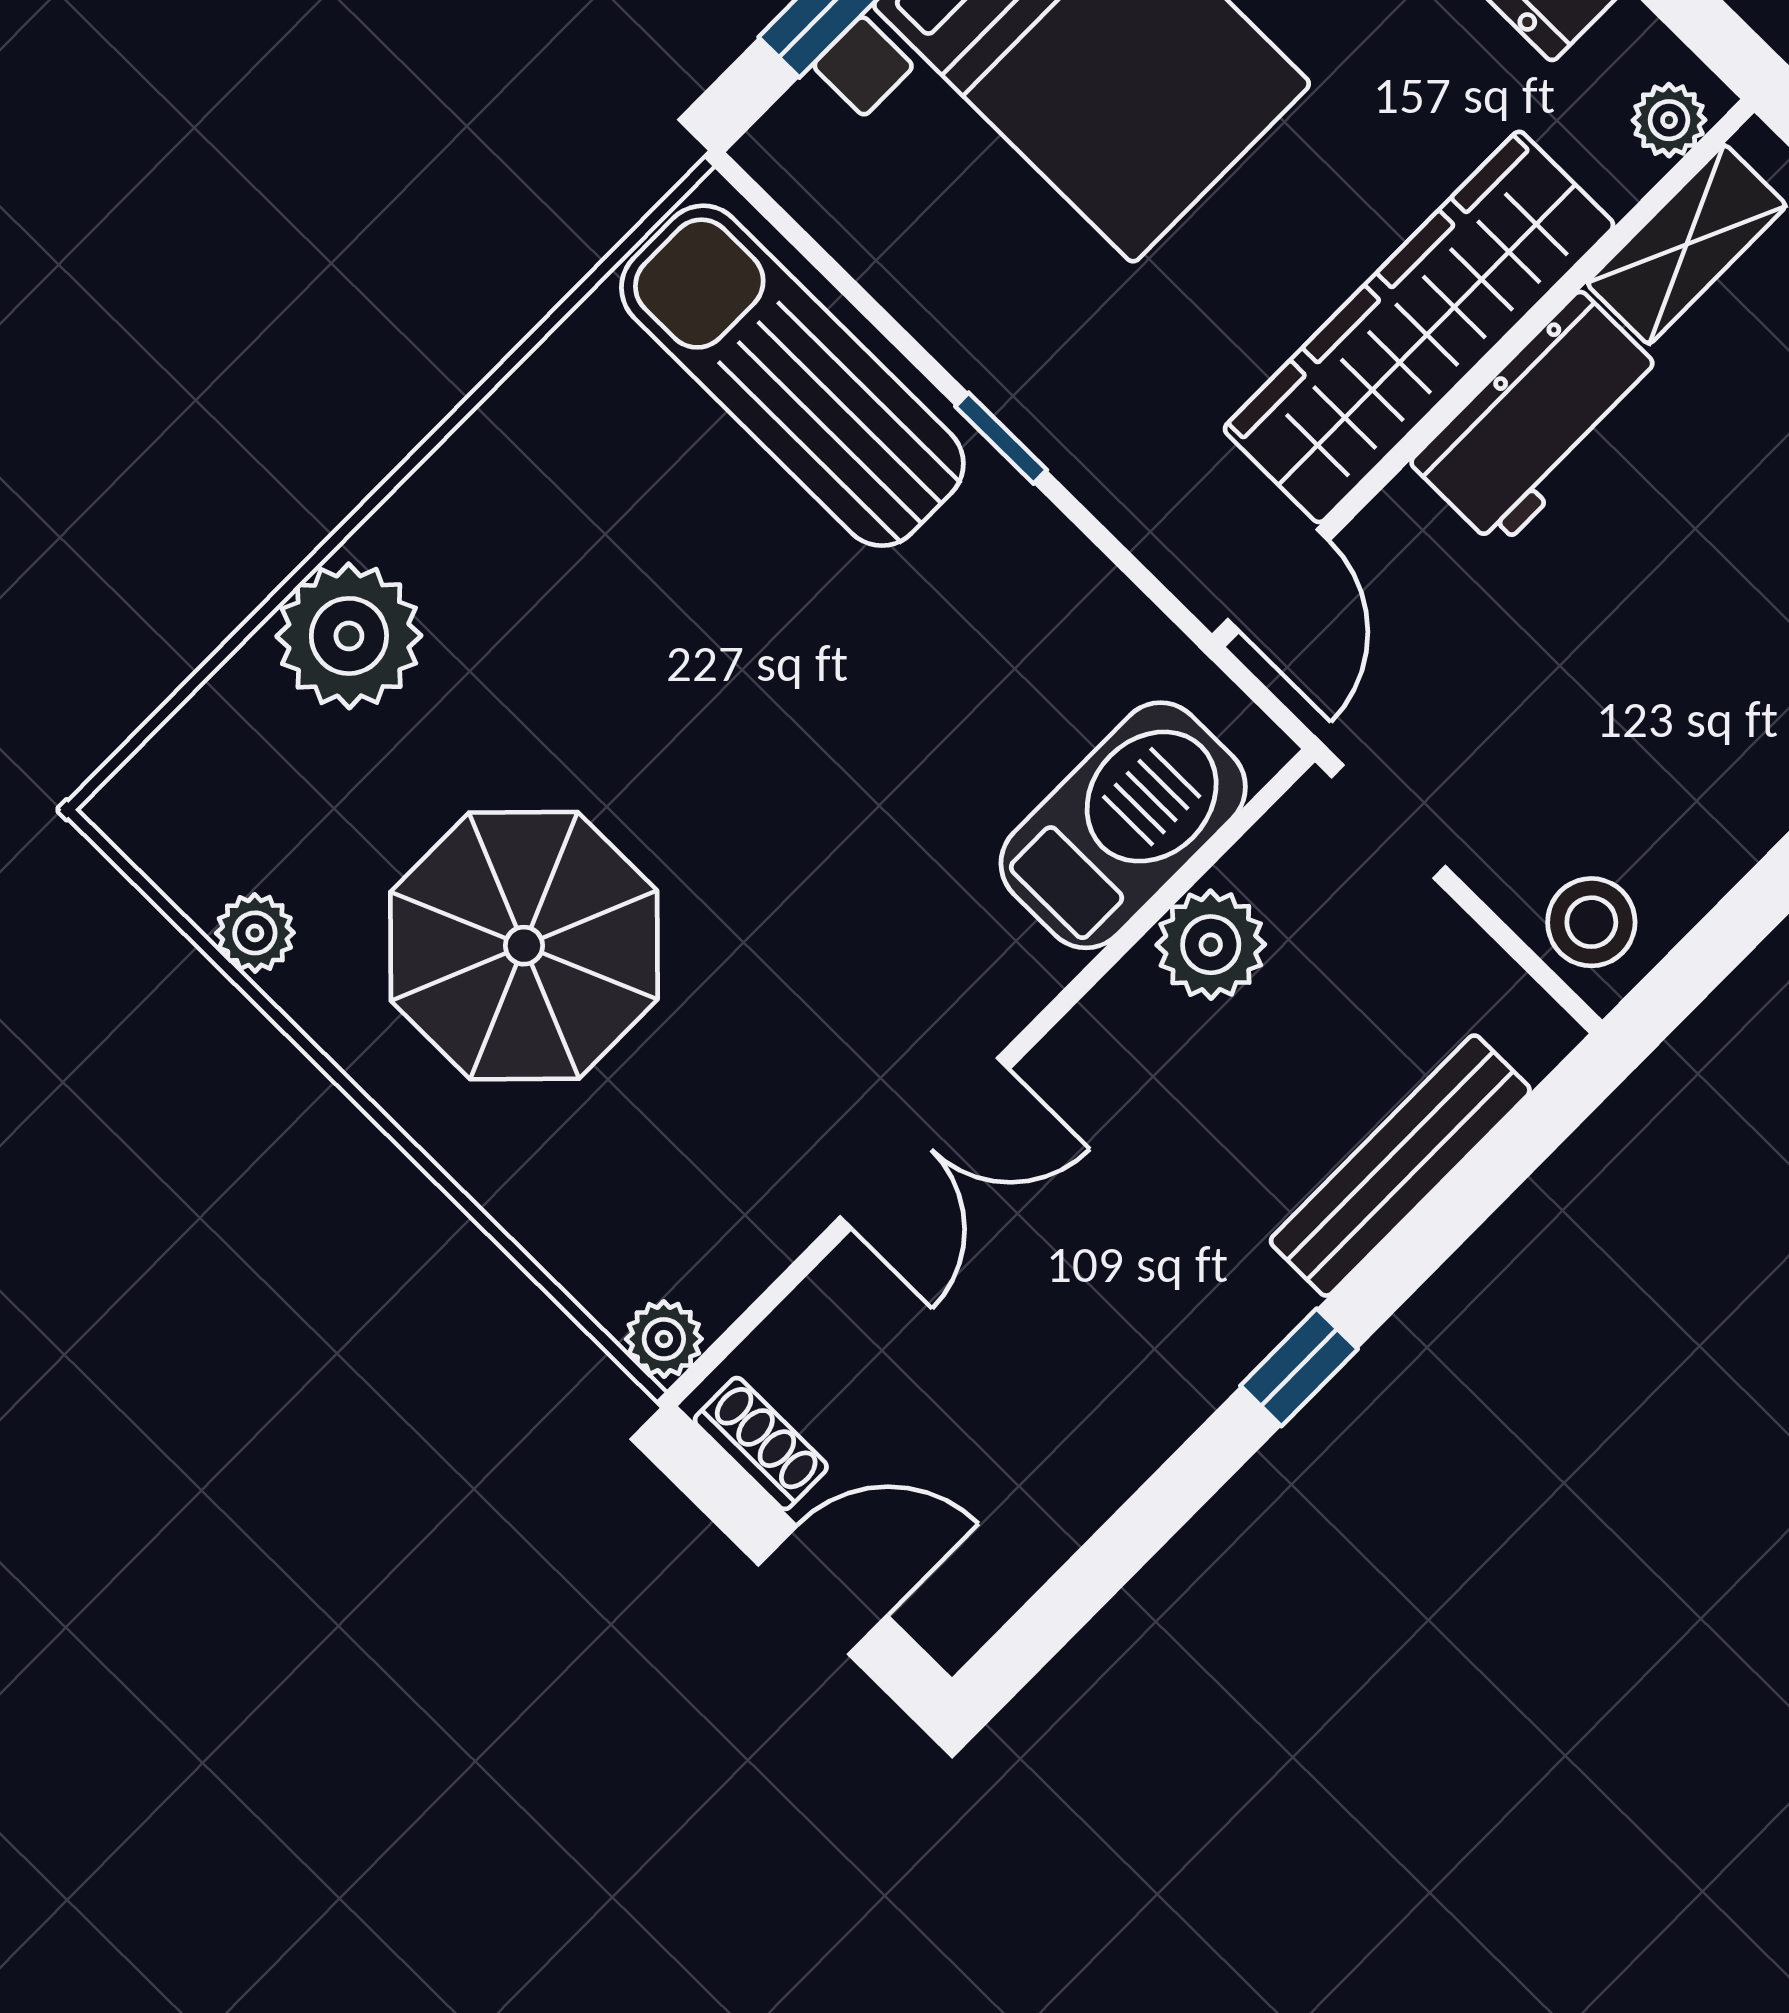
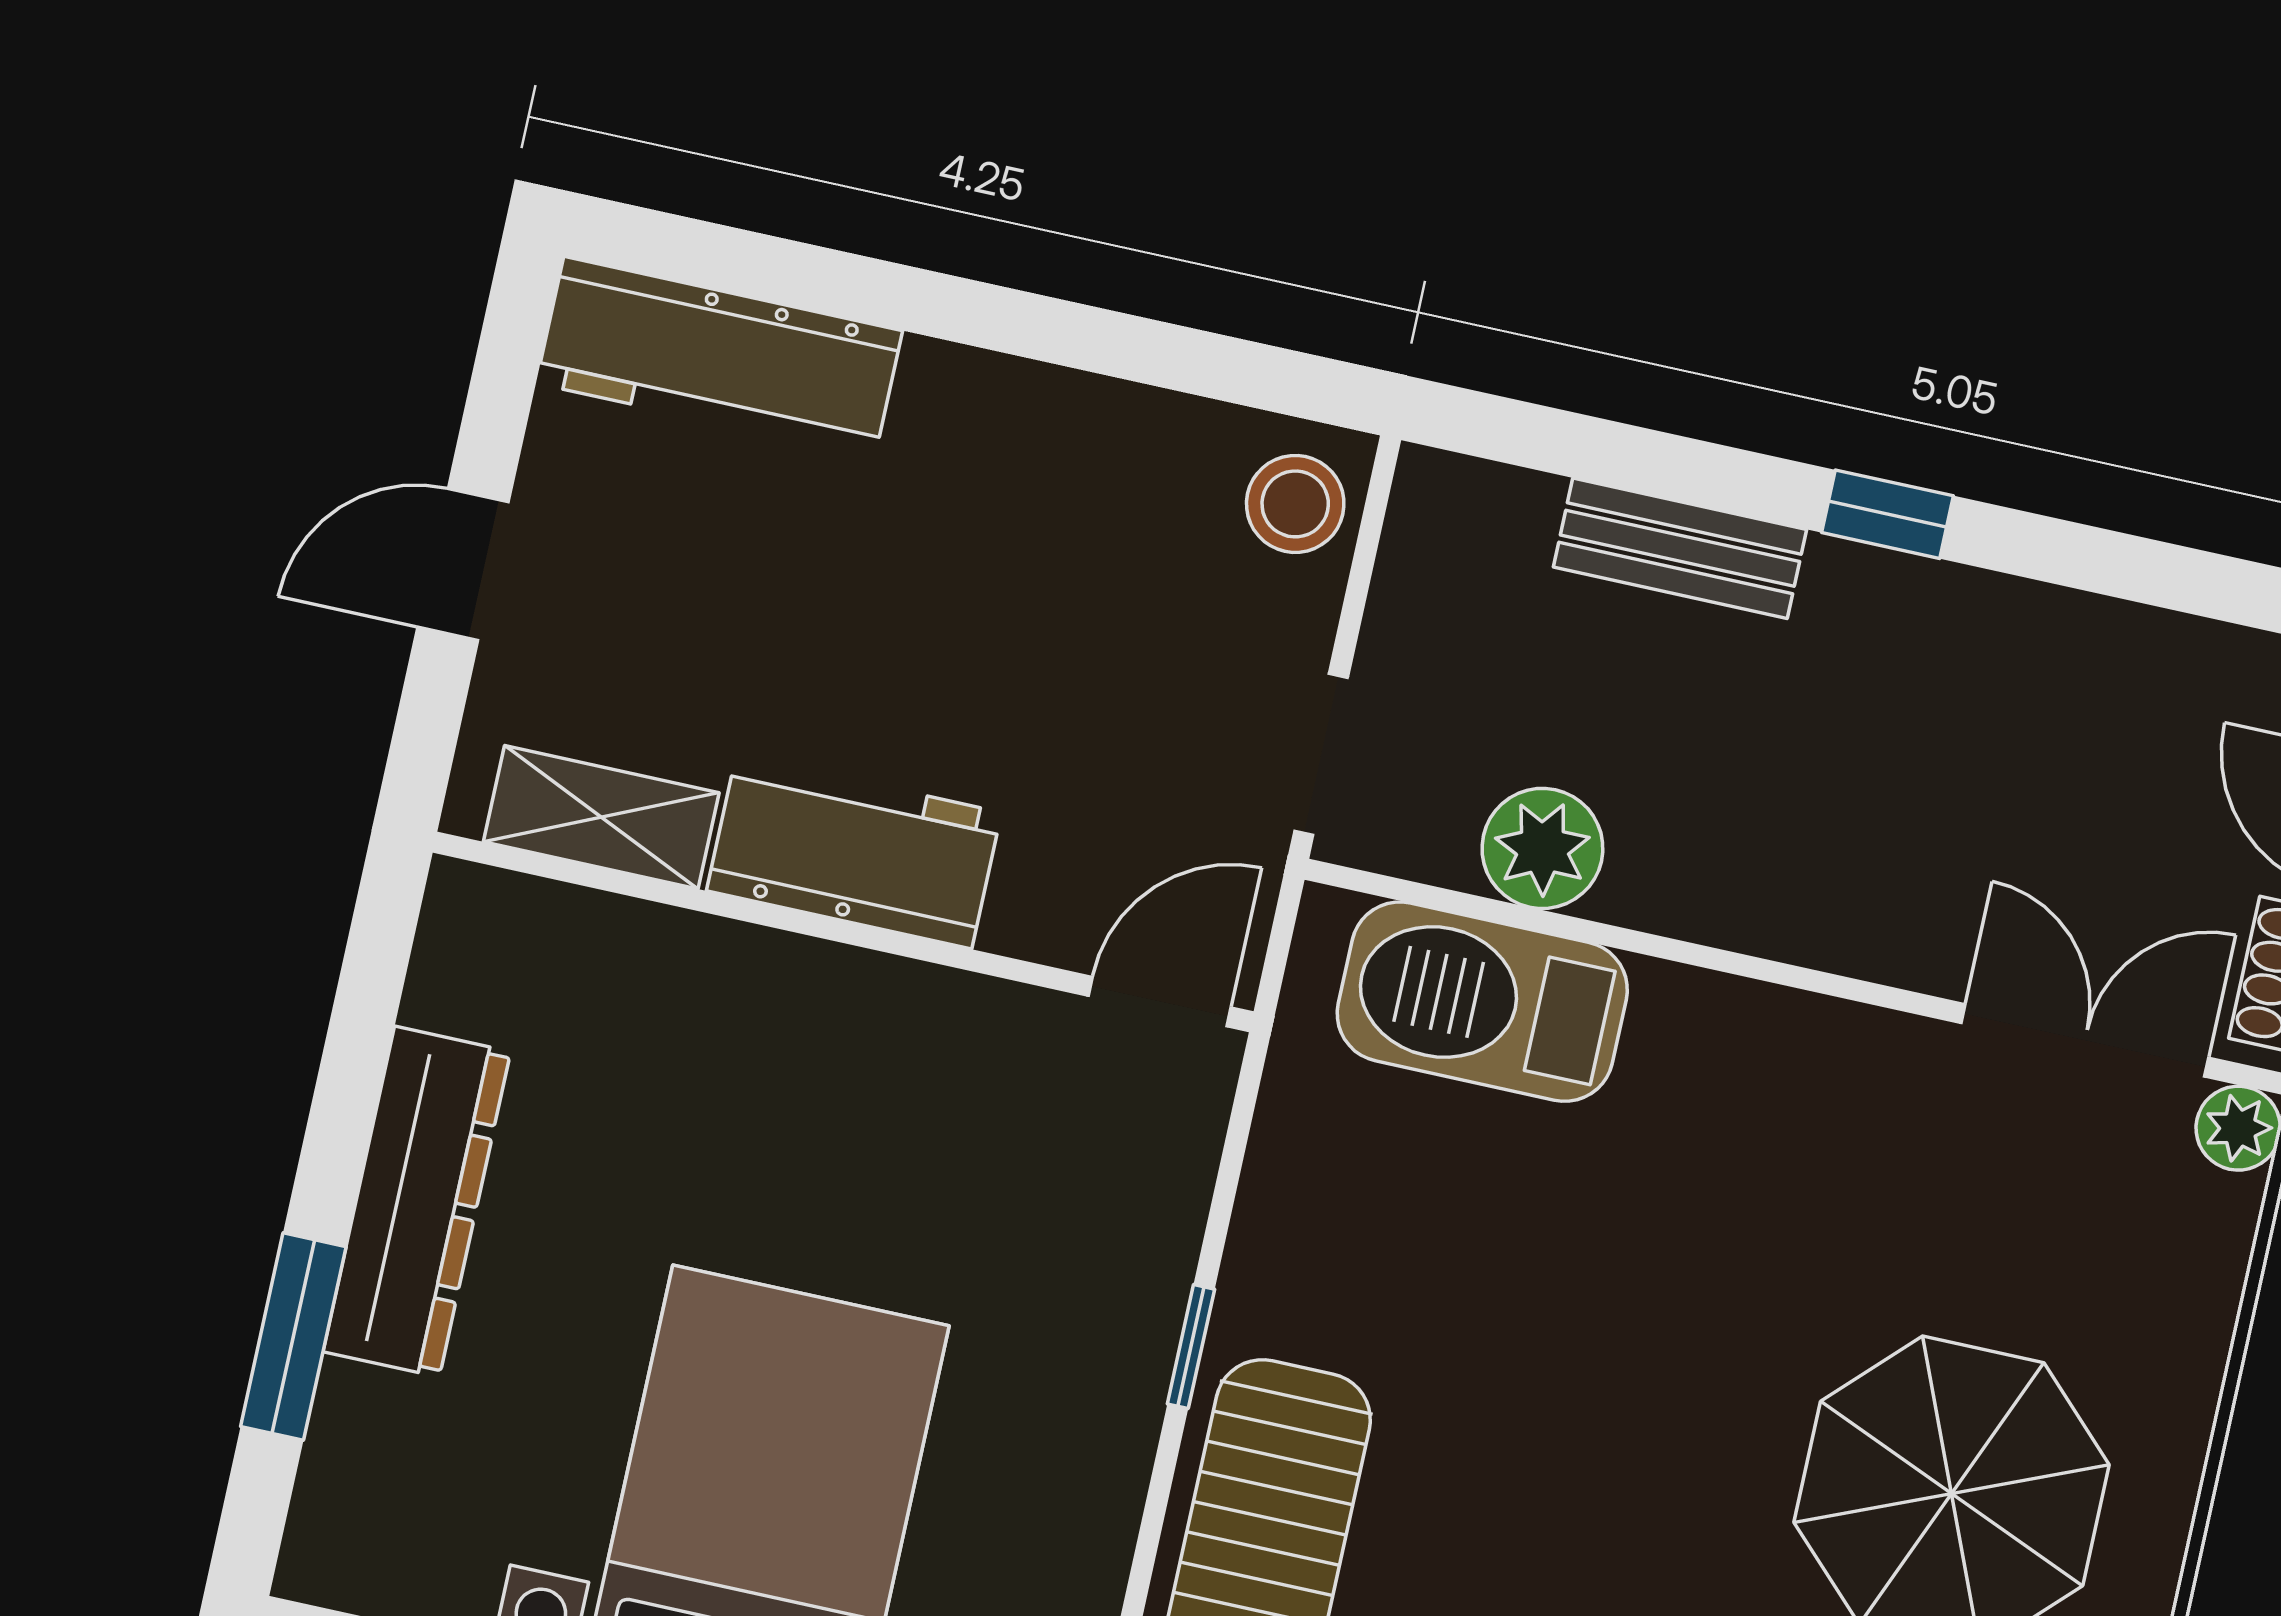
plant: (1669, 120) -> (495, 908), removed
wardrobe: (1419, 327) -> (838, 1020), removed
double door: (924, 1143) -> (2085, 1040), moved
bench: (1400, 1166) -> (1680, 548), width x0.73

